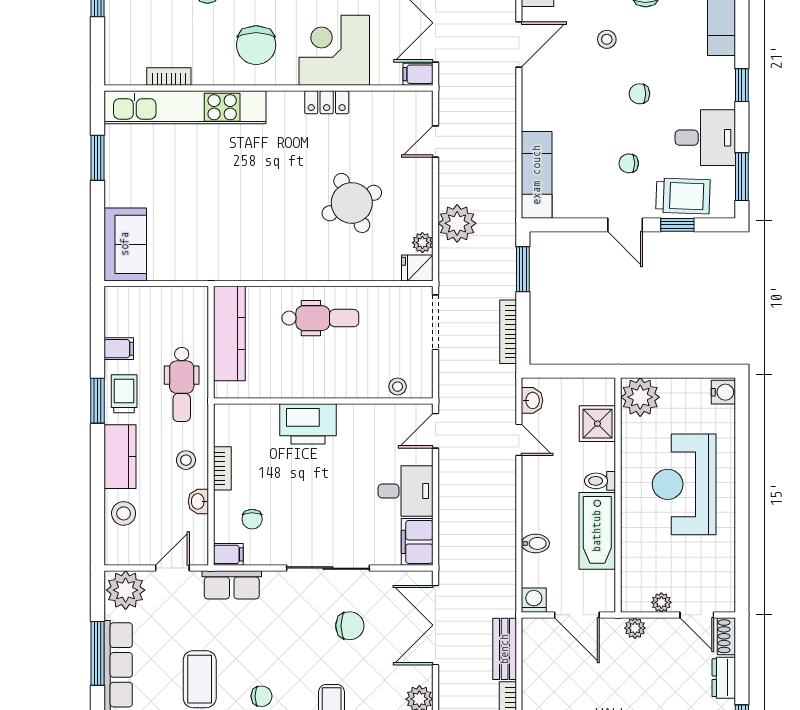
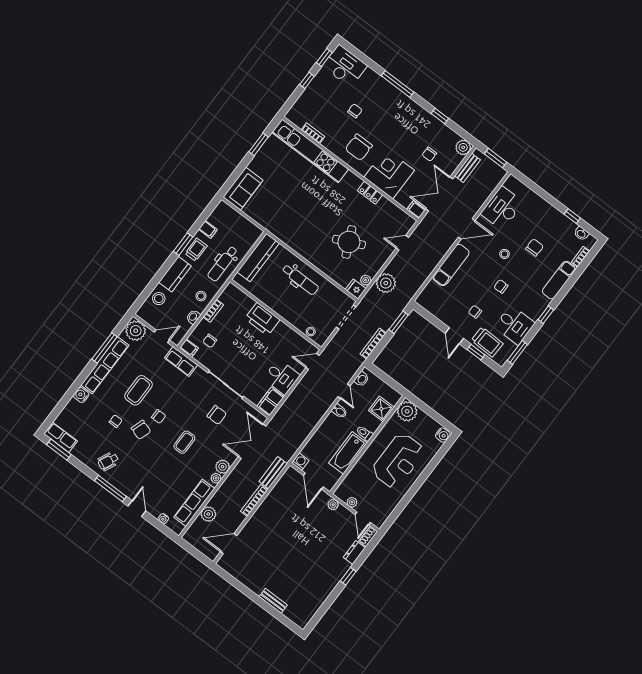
exam couch: (537, 175) -> (451, 265), moved
reception desk: (684, 484) -> (398, 461), turned 180
bidet: (535, 543) -> (339, 411), moved

